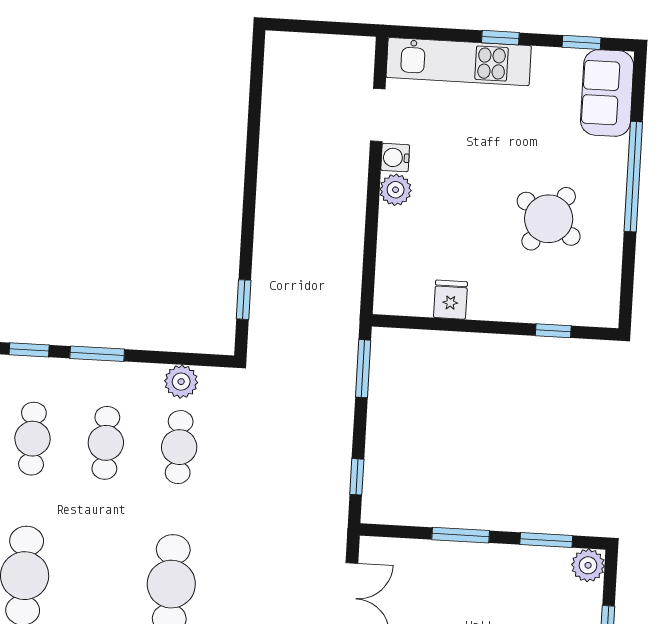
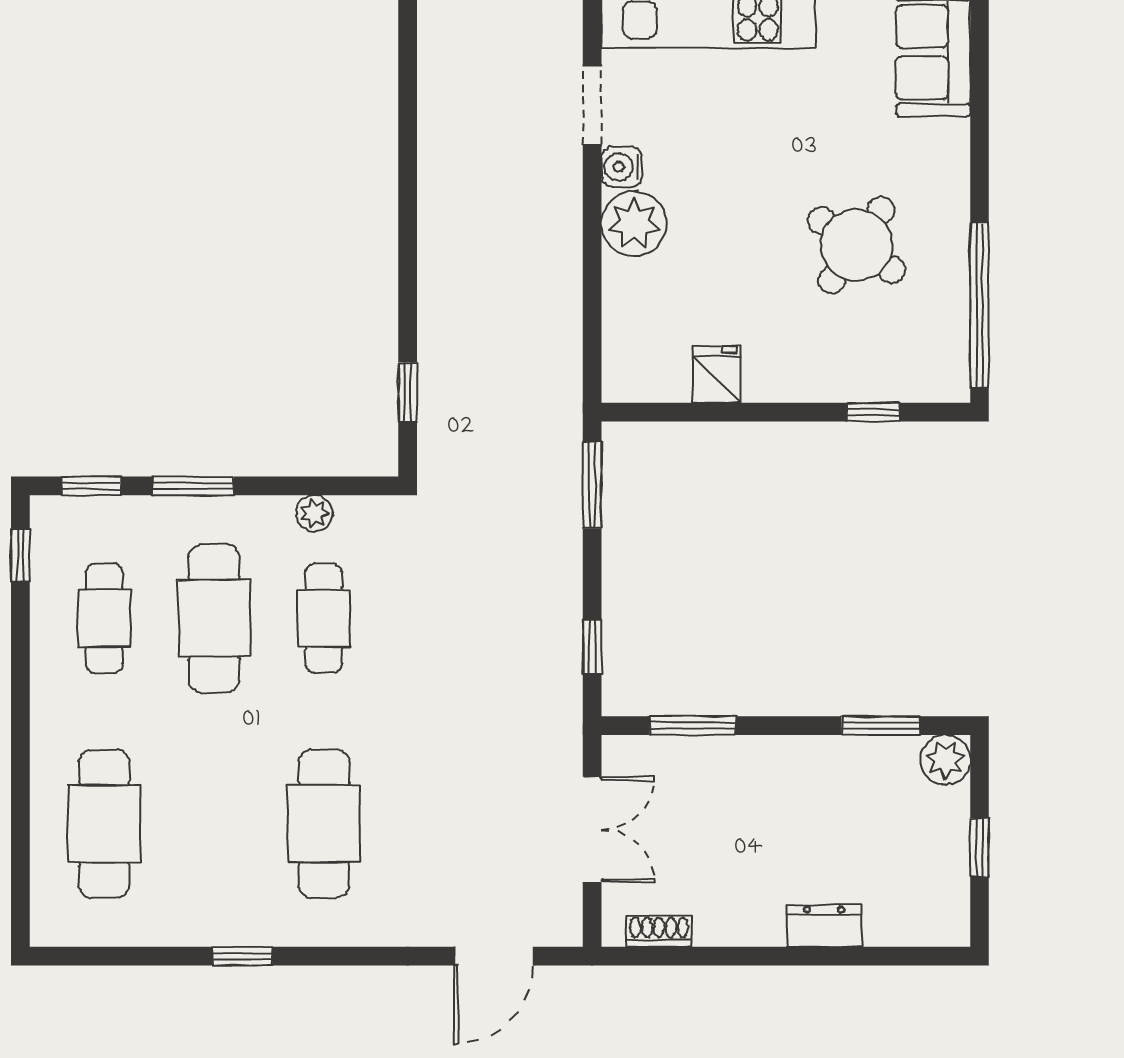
window: (633, 177) -> (979, 305), moved
plant: (396, 190) -> (634, 224), width x1.36, depth x1.36
plant: (181, 382) -> (314, 513), width x0.73, depth x0.73
cafe table: (106, 443) -> (214, 618), width x1.37, depth x1.35
window: (461, 535) -> (693, 726), moved

